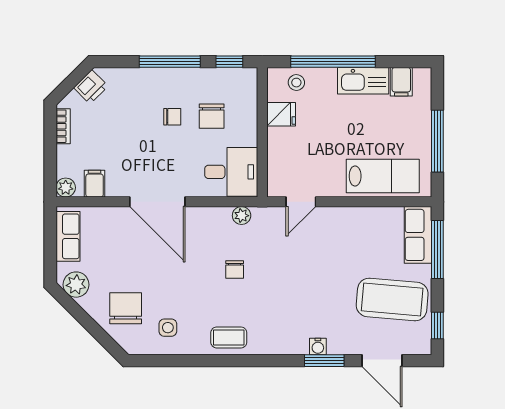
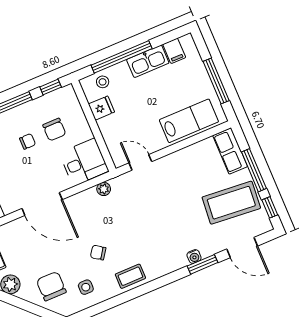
door: (301, 202) -> (140, 162), swing flipped
window: (437, 250) -> (254, 170), moved
chair: (235, 270) -> (98, 253), moved, turned 125

